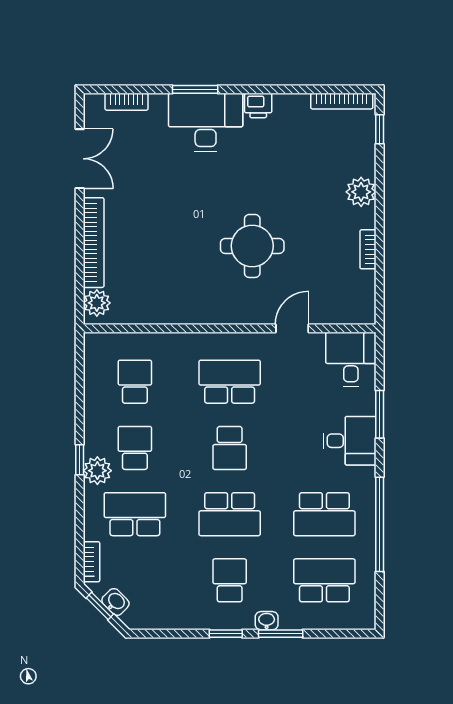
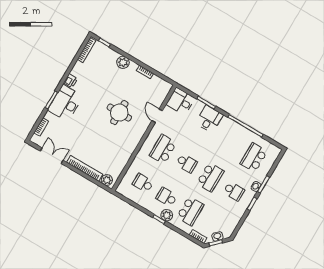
school desk: (135, 514) -> (190, 211), turned 180
school desk: (324, 514) -> (230, 143), removed
school desk: (230, 580) -> (234, 191), turned 180

